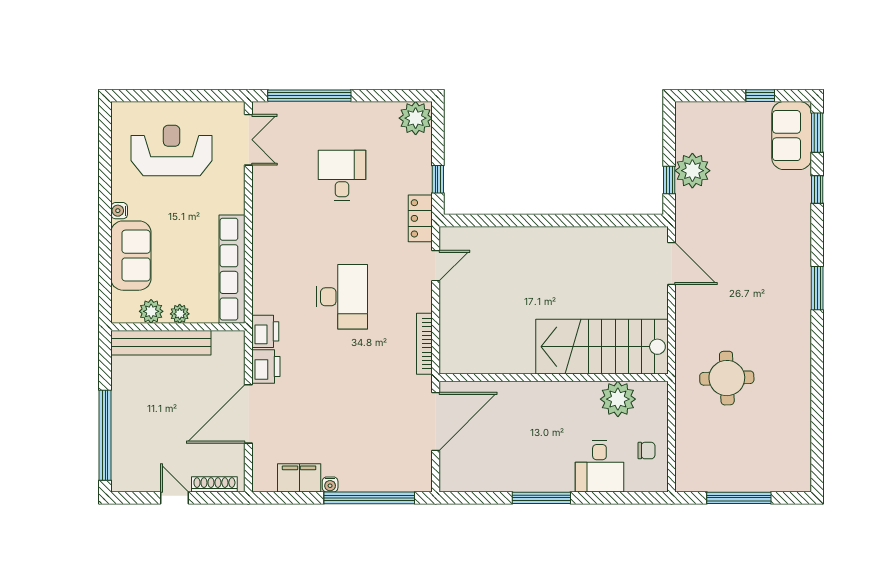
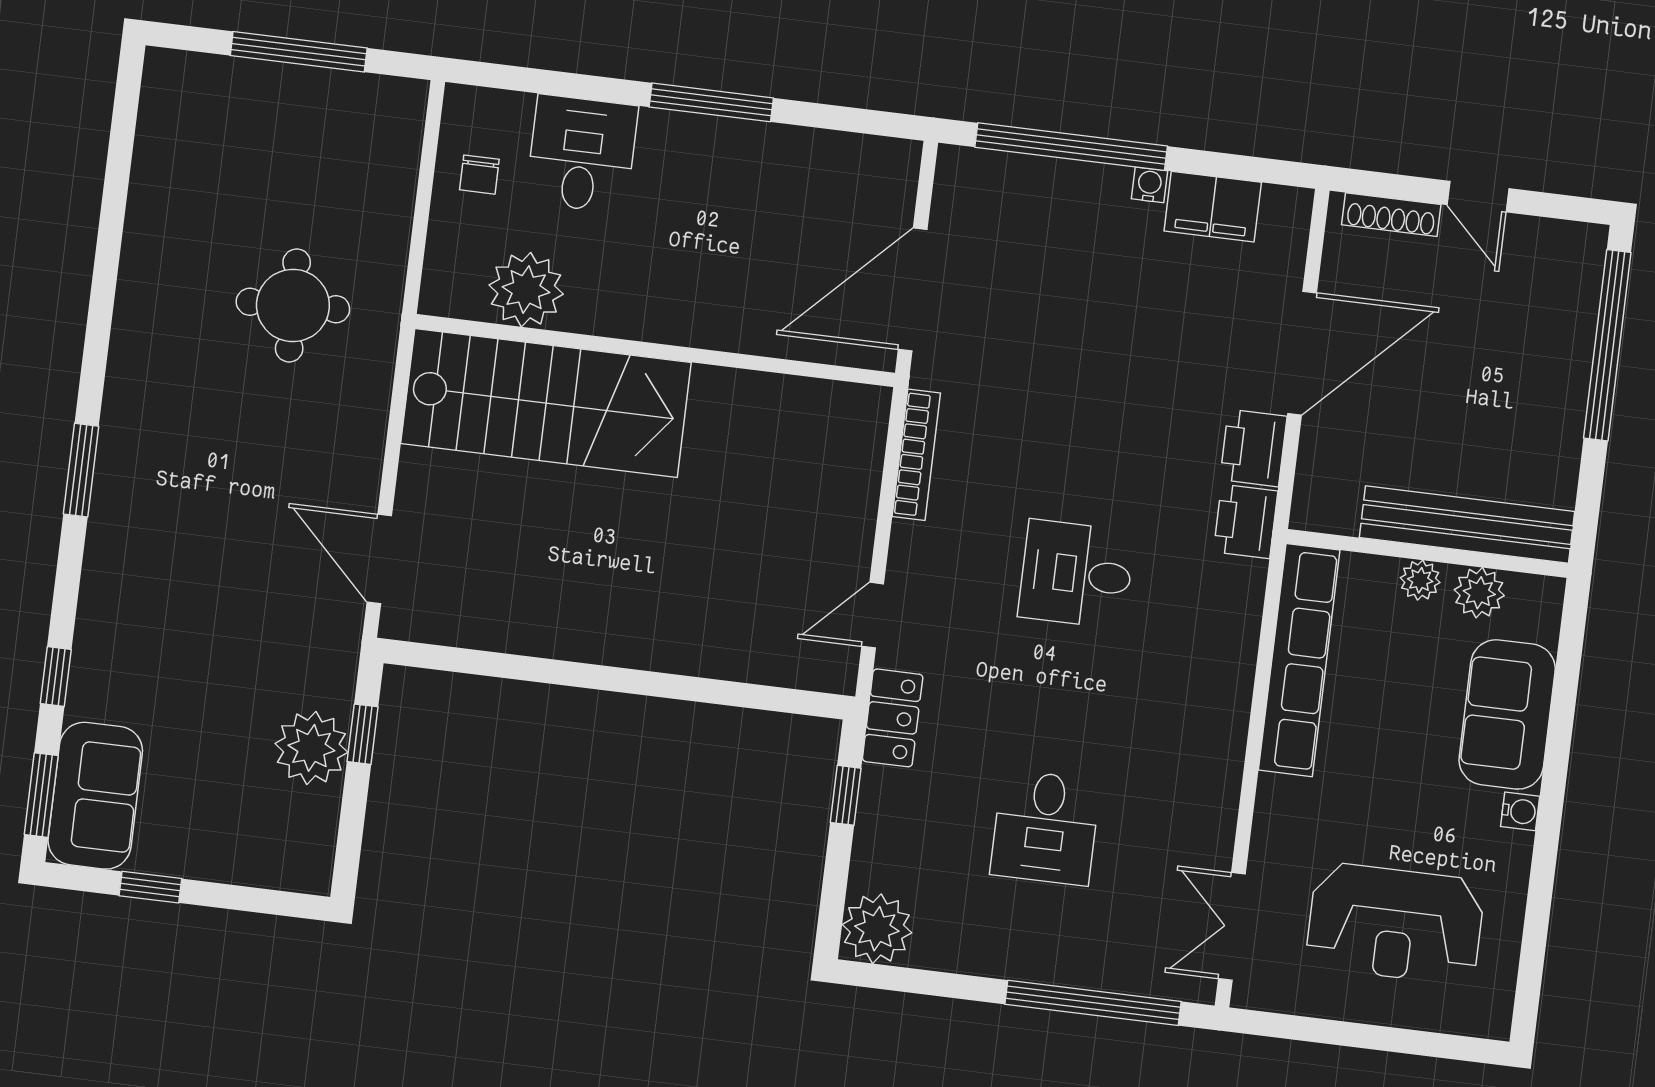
desk: (342, 297) -> (1076, 574), width x0.73
chair: (647, 451) -> (479, 175), turned -90

